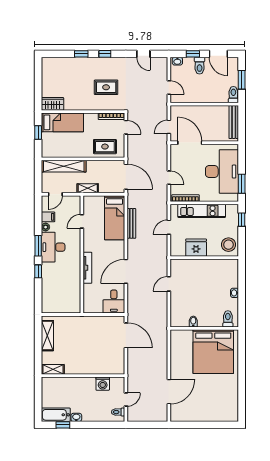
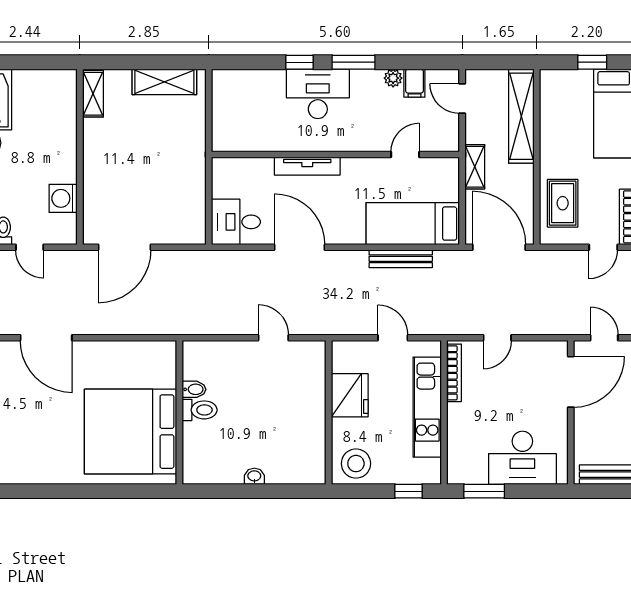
desk: (222, 172) -> (522, 458), width x0.73, depth x0.77
door: (126, 177) -> (499, 247), swing flipped
door: (82, 221) -> (405, 155), hinge flipped
desk: (53, 247) -> (318, 94), moved
toilet: (228, 319) -> (200, 410), moved
door: (126, 335) -> (125, 247), moved

